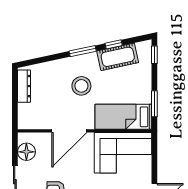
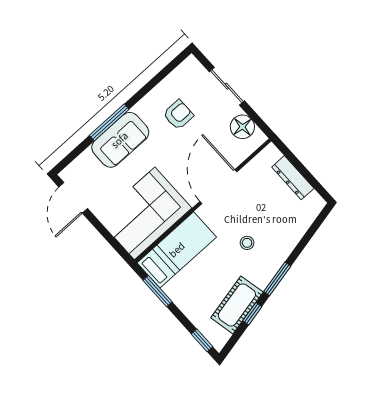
dresser: (24, 86) -> (293, 178), moved
stool: (81, 86) -> (247, 243), width x0.53, depth x0.53

